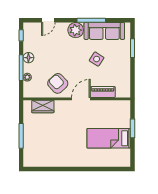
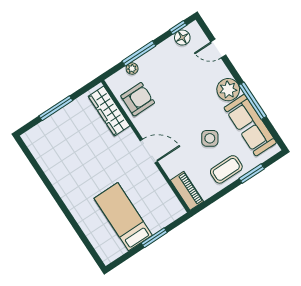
floor lamp: (28, 58) -> (182, 38), moved
coffee table: (121, 61) -> (226, 169), added
armchair: (58, 83) -> (138, 99), moved, turned 43
piano: (103, 92) -> (187, 191), moved
wardrobe: (43, 106) -> (109, 111), width x1.50

